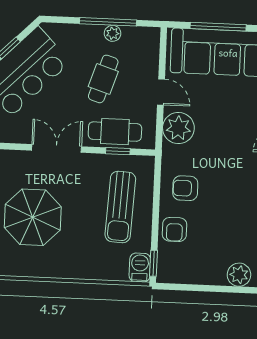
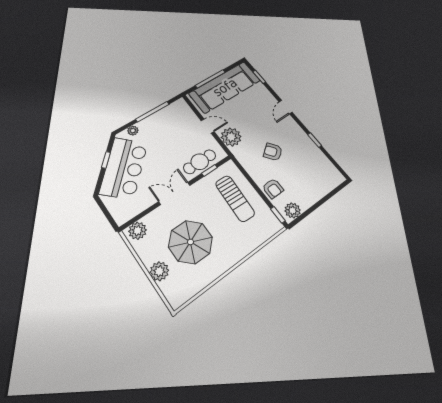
plant: (113, 33) -> (133, 131), moved
cafe table: (103, 79) -> (172, 140), removed
armchair: (185, 188) -> (273, 152), moved, turned 53
barbecue: (140, 268) -> (273, 223), removed
plant: (239, 275) -> (293, 210), moved

